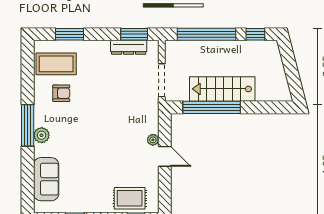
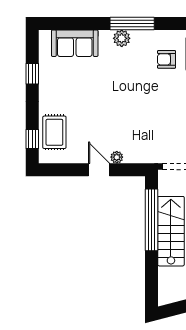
armchair: (61, 93) -> (166, 59), turned 90
door: (165, 156) -> (99, 170), swing flipped

